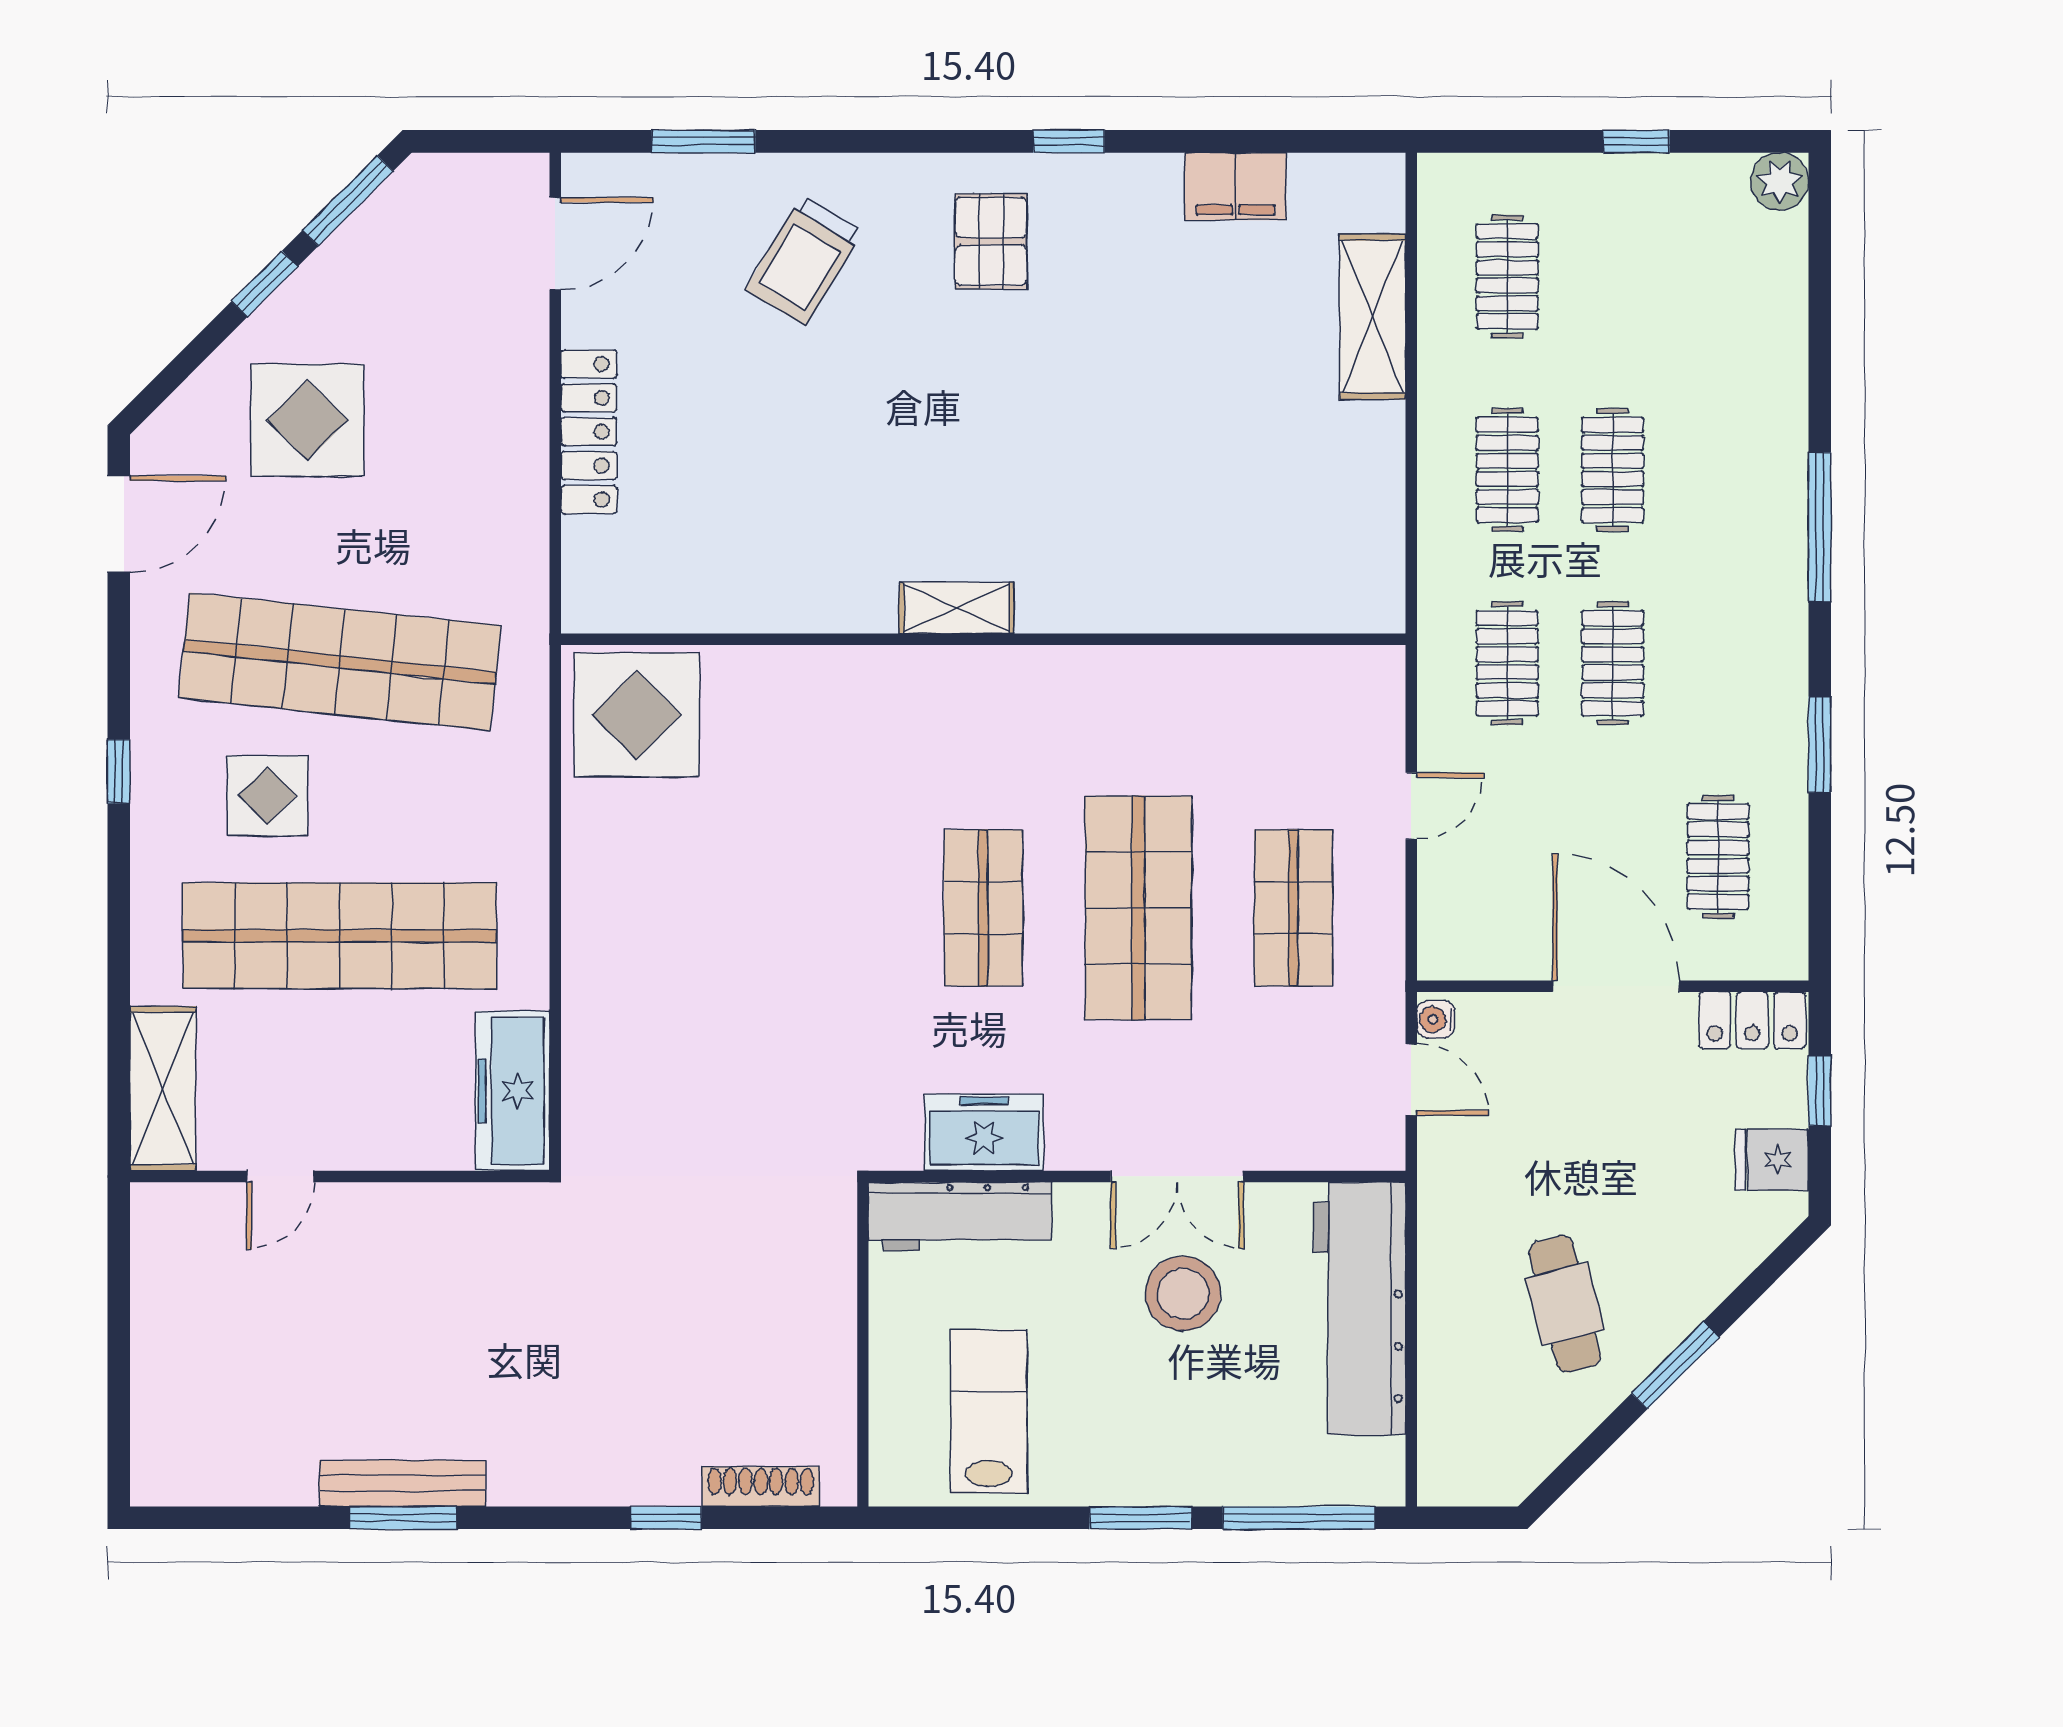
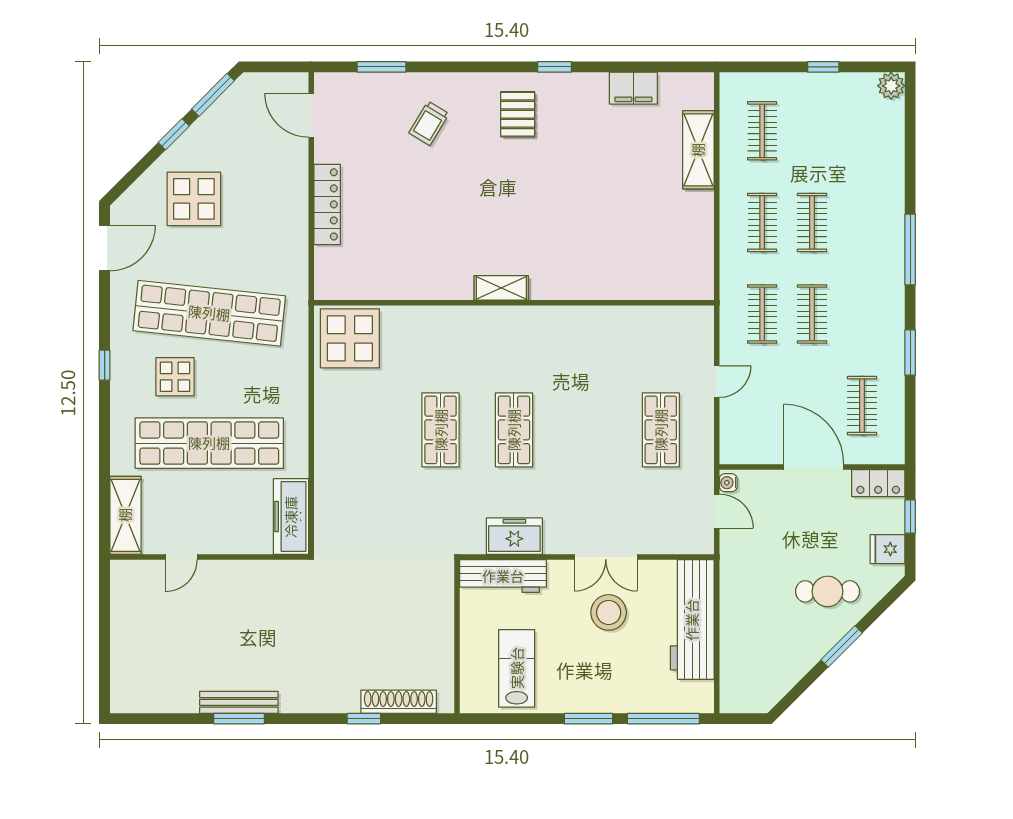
door: (555, 244) -> (311, 115), swing flipped
trolley: (804, 260) -> (429, 123), width x0.73, depth x0.72
shop shelf: (1138, 908) -> (441, 430), moved, width x0.70, depth x0.74
cafe table: (1565, 1304) -> (828, 591), moved, turned -76
shoe rack: (761, 1487) -> (399, 702), width x1.36, depth x1.24

